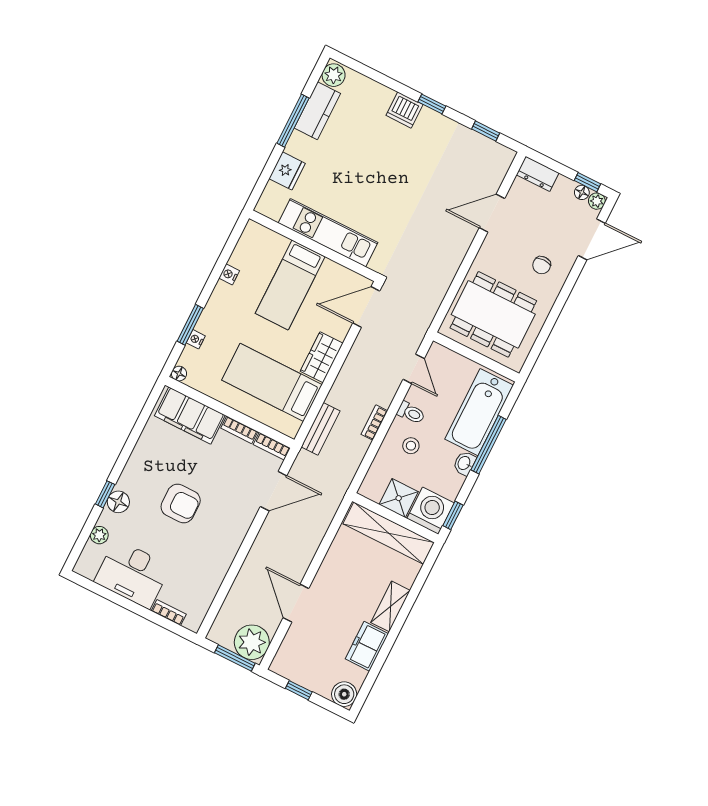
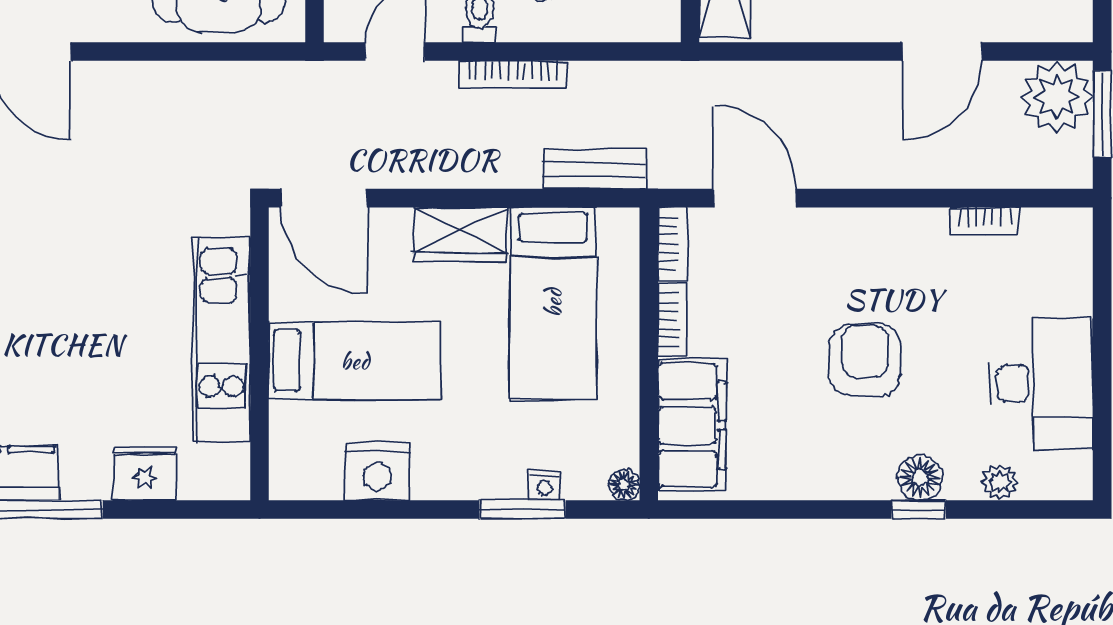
nightstand: (229, 274) -> (377, 472), width x1.89, depth x1.79
bookcase: (374, 423) -> (513, 75), width x1.56
bookcase: (169, 613) -> (985, 221), moved, turned -90

